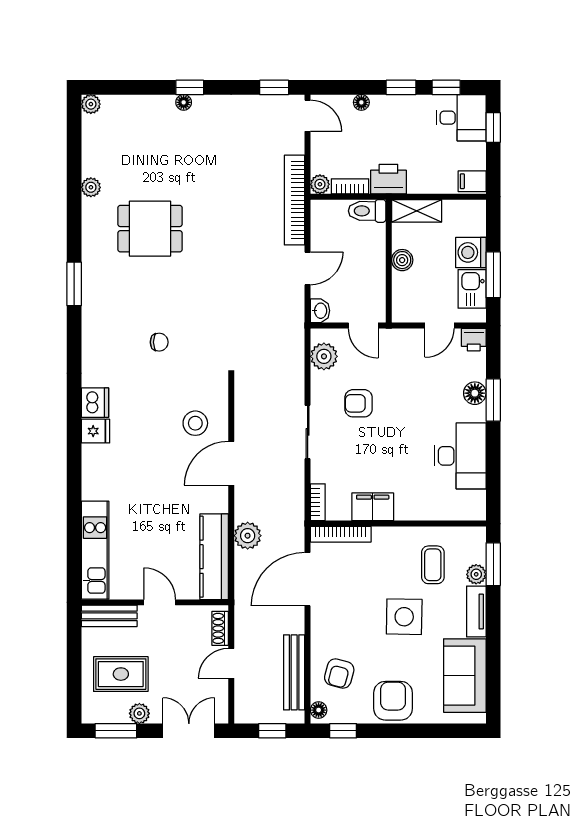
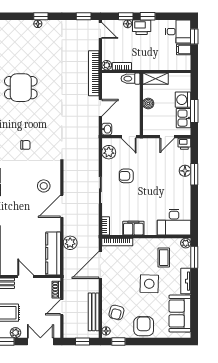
window: (446, 87) -> (126, 16), moved
printer: (388, 179) -> (142, 27), moved, turned 180
filing cabinet: (472, 181) -> (184, 49), moved
desk: (460, 456) -> (174, 222), moved, turned 90
plant: (476, 574) -> (186, 243), moved

